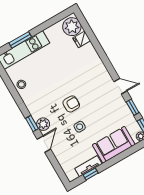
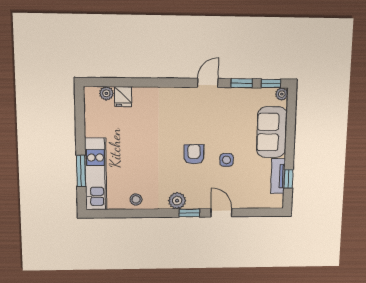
plant: (72, 27) -> (106, 93), width x0.53, depth x0.53
plant: (43, 124) -> (177, 201), moved

